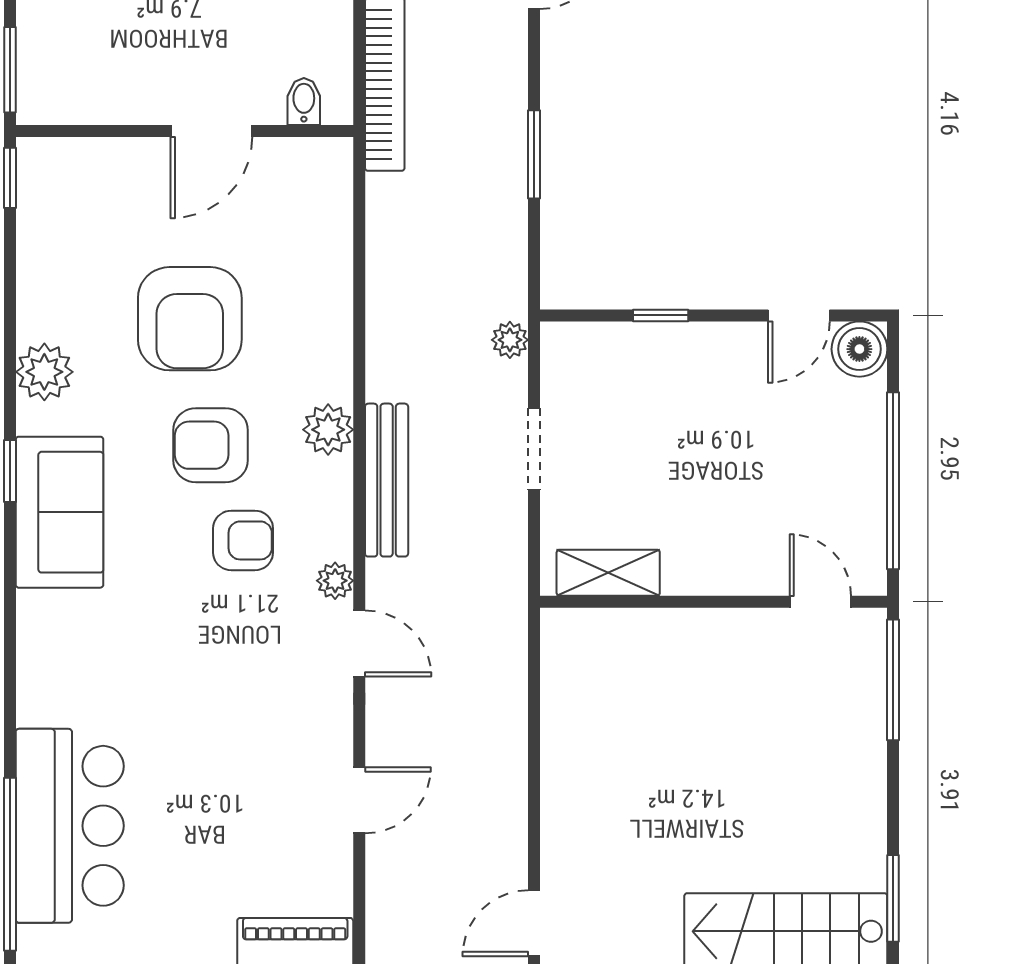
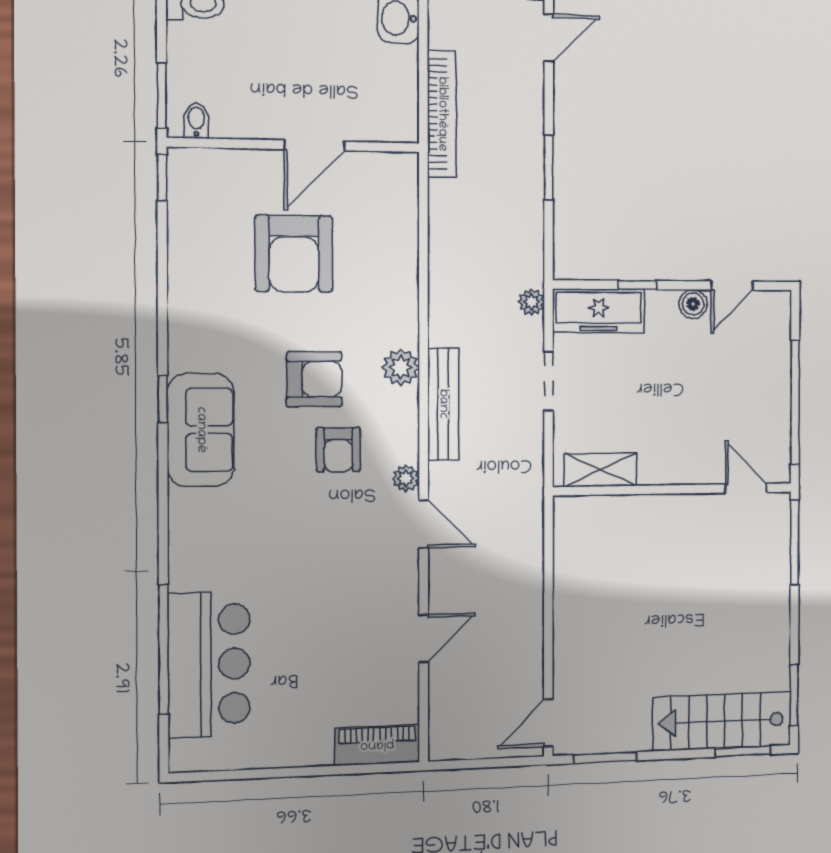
bidet: (304, 102) -> (196, 121), moved
armchair: (190, 319) -> (294, 254), moved
boiler: (859, 349) -> (693, 304), moved, width x0.73, depth x0.73
freezer: (605, 352) -> (599, 311), added
plant: (44, 372) -> (189, 324), removed
armchair: (211, 445) -> (314, 379), turned 180
armchair: (243, 540) -> (338, 450), turned 90
window: (10, 864) -> (164, 649), moved

